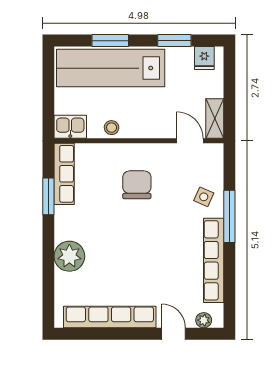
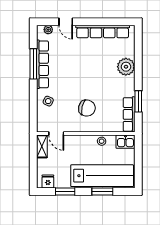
chair: (137, 185) -> (87, 108), turned -77
window: (229, 216) -> (33, 64), moved

